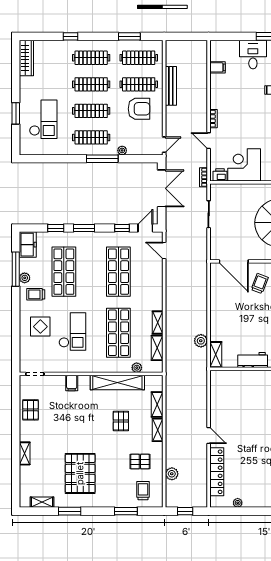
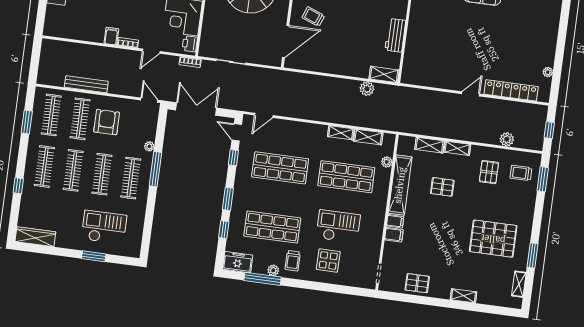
filing cabinet: (217, 67) -> (111, 36), moved
filing cabinet: (84, 382) -> (395, 221), added
window: (126, 511) -> (543, 179), moved

